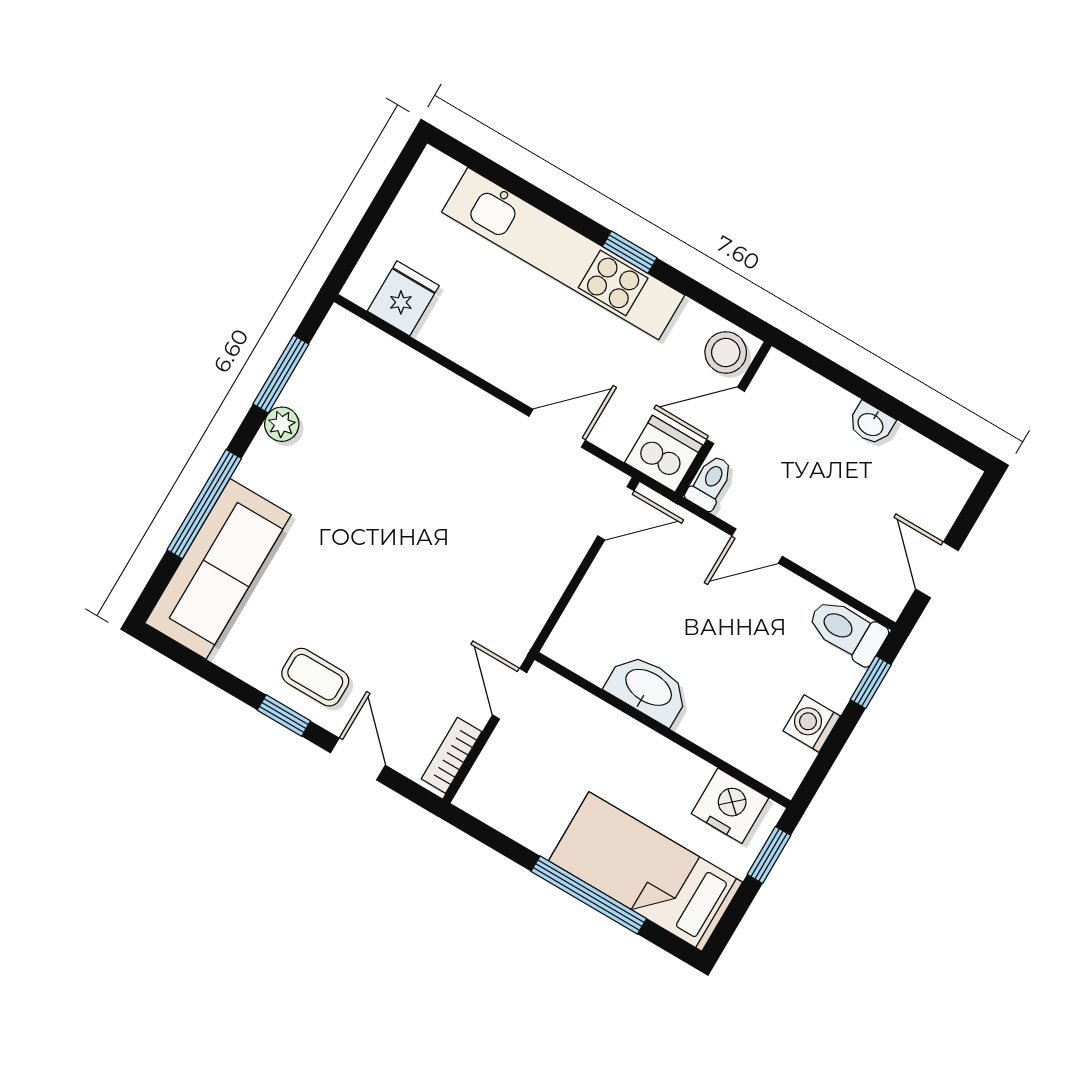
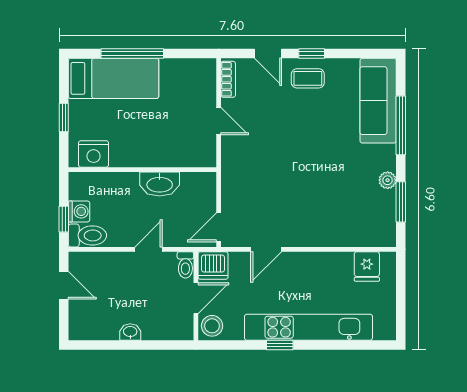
washbasin: (648, 689) -> (160, 184), moved
washing machine: (812, 723) -> (79, 211), moved
wall: (663, 730) -> (142, 170), moved
nightstand: (730, 806) -> (94, 154), moved

